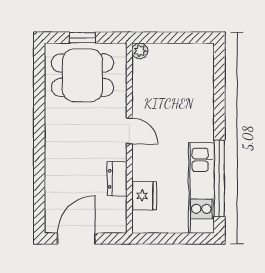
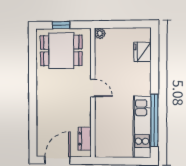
dresser: (117, 179) -> (85, 139), moved
fridge: (144, 196) -> (142, 52), moved, turned 180

